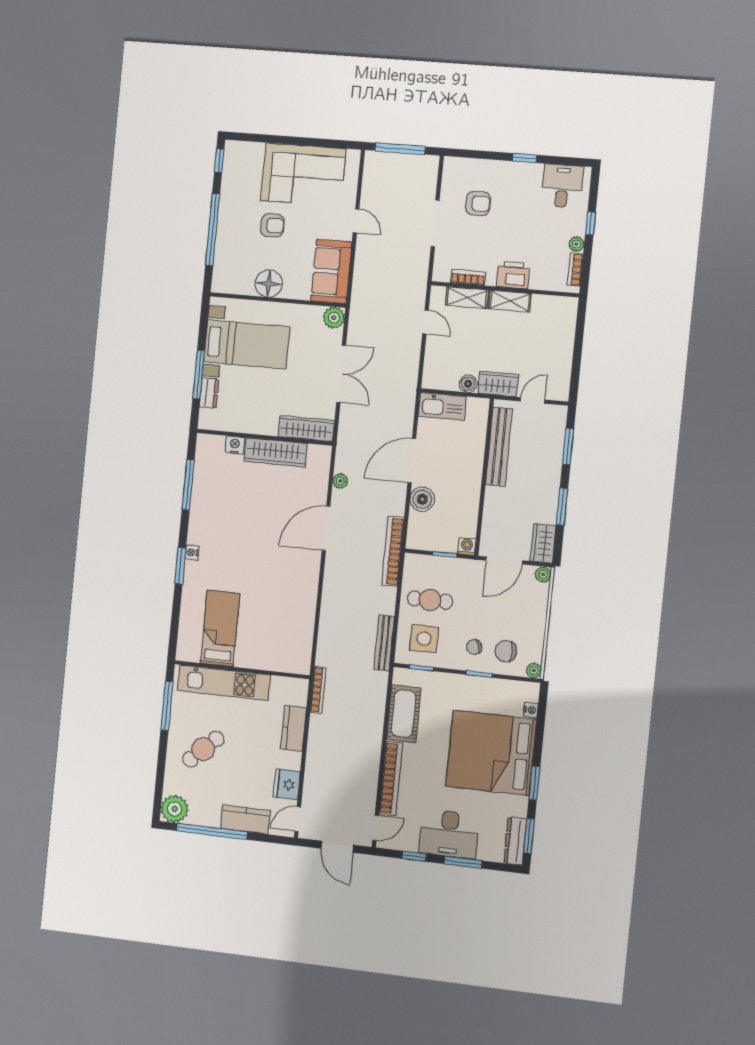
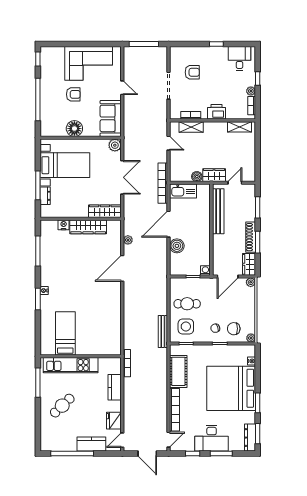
shelving: (510, 301) -> (239, 127), moved
shoe rack: (551, 497) -> (251, 237), added
bookcase: (393, 551) -> (163, 183), moved
plant: (175, 809) -> (48, 443), removed

